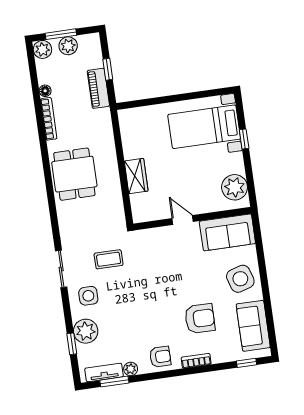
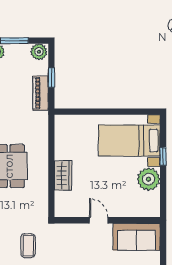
plant: (68, 46) -> (39, 52), moved
plant: (235, 187) -> (149, 179), moved
coffee table: (109, 259) -> (28, 246), turned 90

